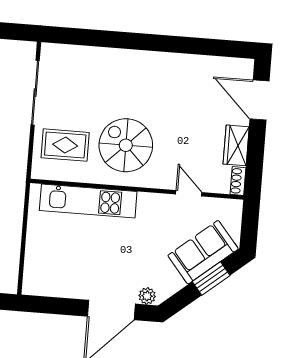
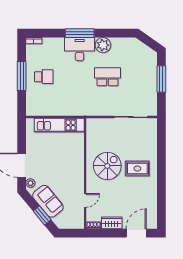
rug: (65, 145) -> (137, 169), moved, turned 90
kitchen unit: (88, 201) -> (59, 125), moved, turned -90
sofa: (203, 252) -> (48, 201), moved

